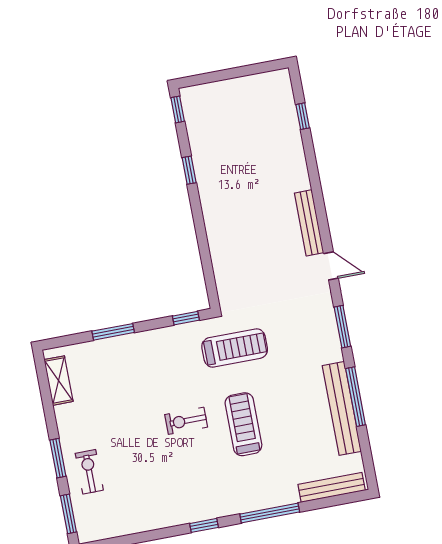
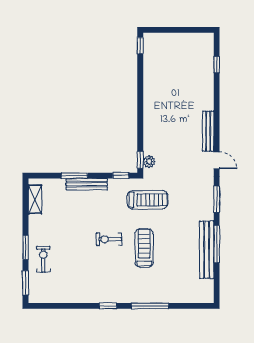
window: (189, 170) -> (140, 160), moved
plant: (226, 288) -> (149, 162), added
bench: (332, 487) -> (87, 184), moved

